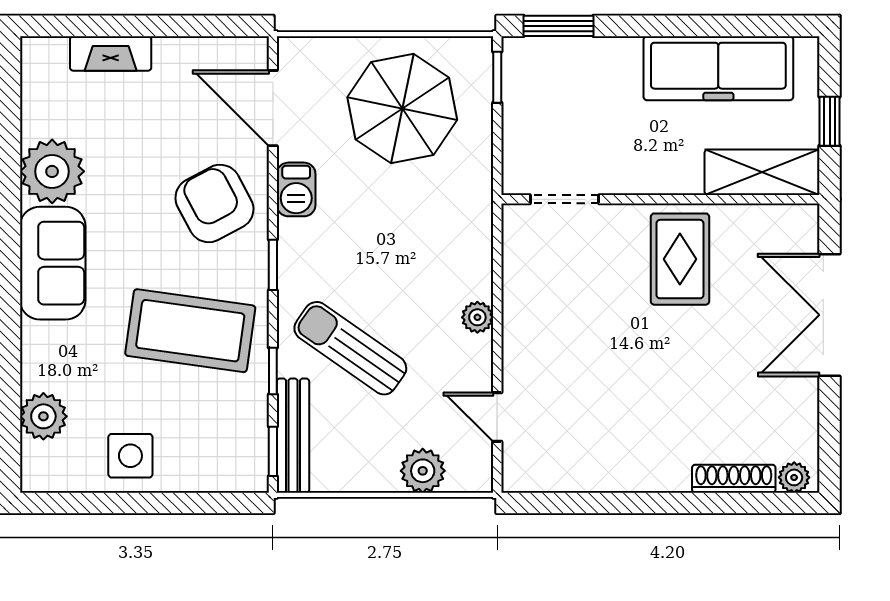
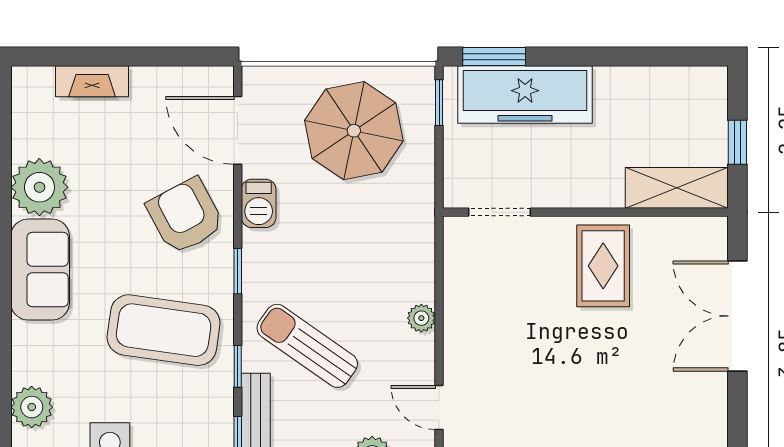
freezer: (718, 68) -> (525, 95), moved

